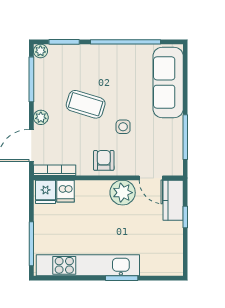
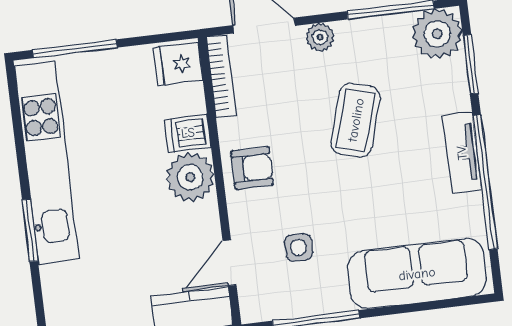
plant: (40, 51) -> (437, 34), width x1.87, depth x1.87
tv unit: (109, 52) -> (462, 153), added
side table: (123, 127) -> (299, 247), moved
dishwasher: (65, 191) -> (188, 133), moved
plant: (123, 193) -> (190, 177), moved

